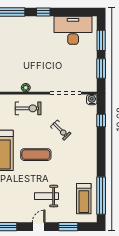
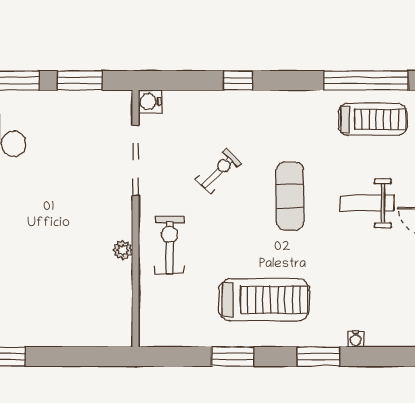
window: (101, 121) -> (238, 80), moved
exercise mat: (36, 155) -> (290, 196), moved
weight bench: (47, 196) -> (367, 203), turned 90

